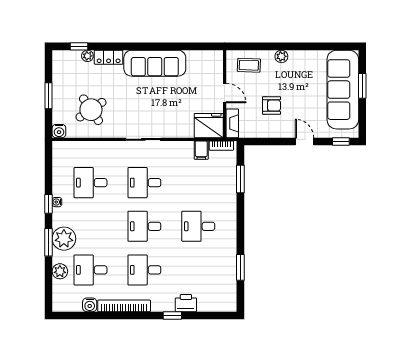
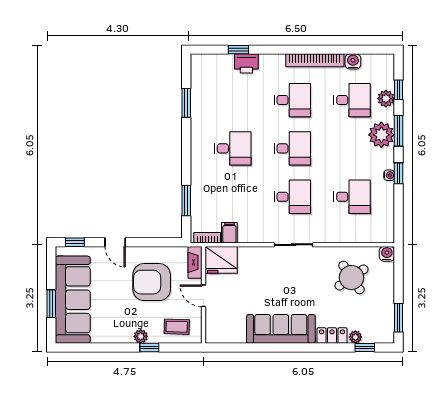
window: (274, 46) -> (149, 348), added
window: (48, 96) -> (399, 318), moved
armchair: (272, 105) -> (152, 282), width x1.88, depth x1.88
window: (48, 279) -> (399, 90), added
window: (172, 315) -> (238, 50), moved

